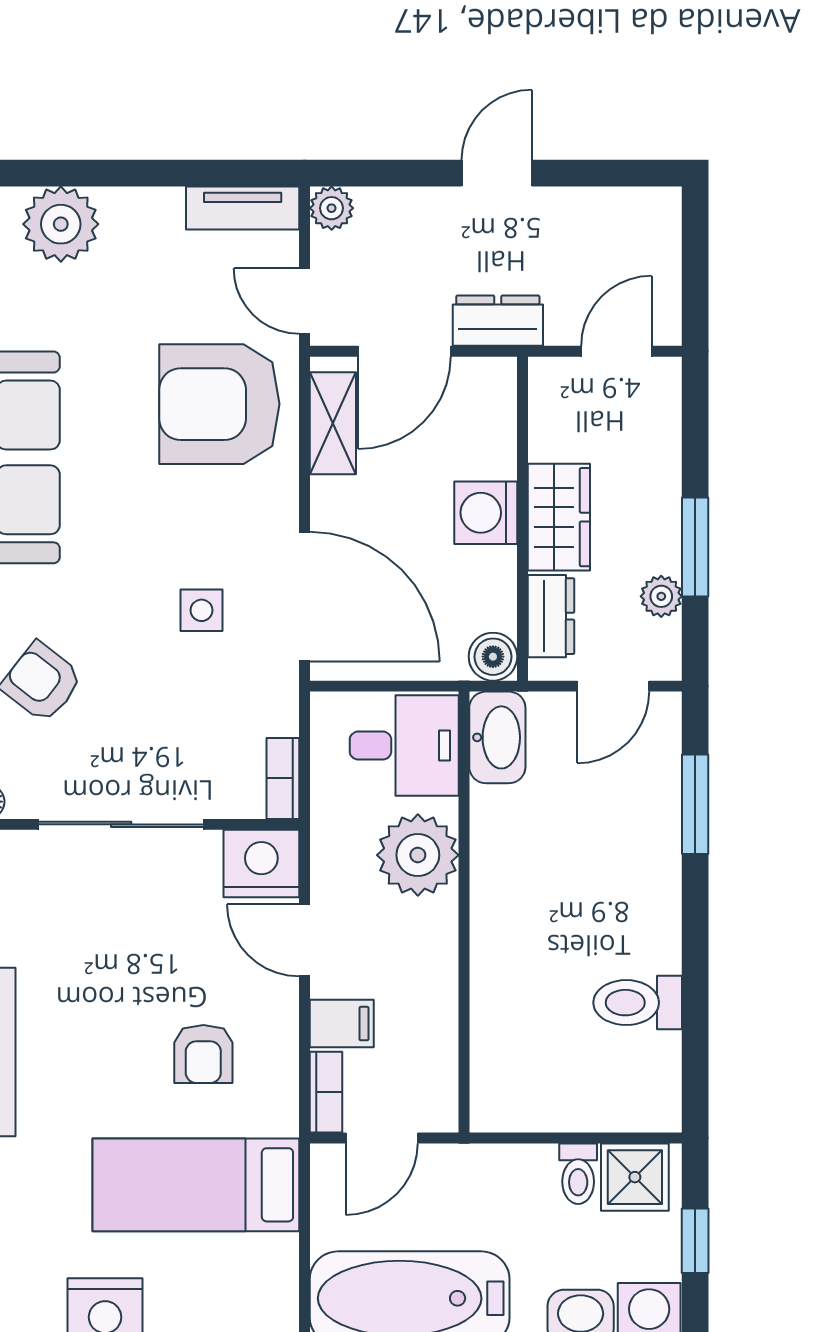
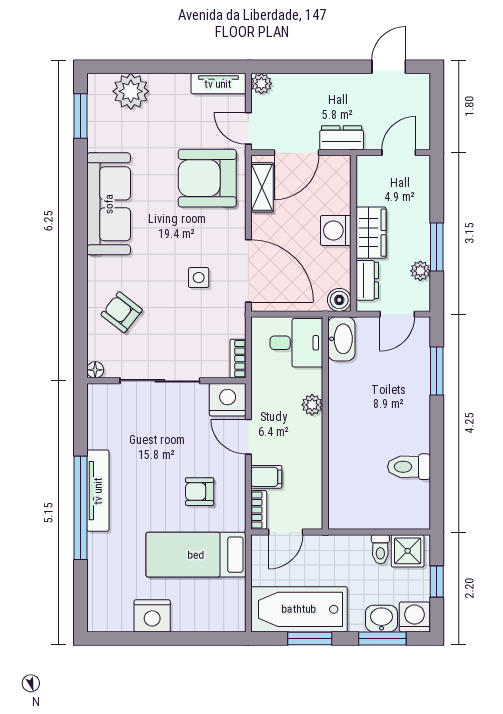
door: (497, 173) -> (389, 67), moved
plant: (418, 855) -> (312, 405), width x0.53, depth x0.53
armchair: (203, 1054) -> (200, 492), turned 90

